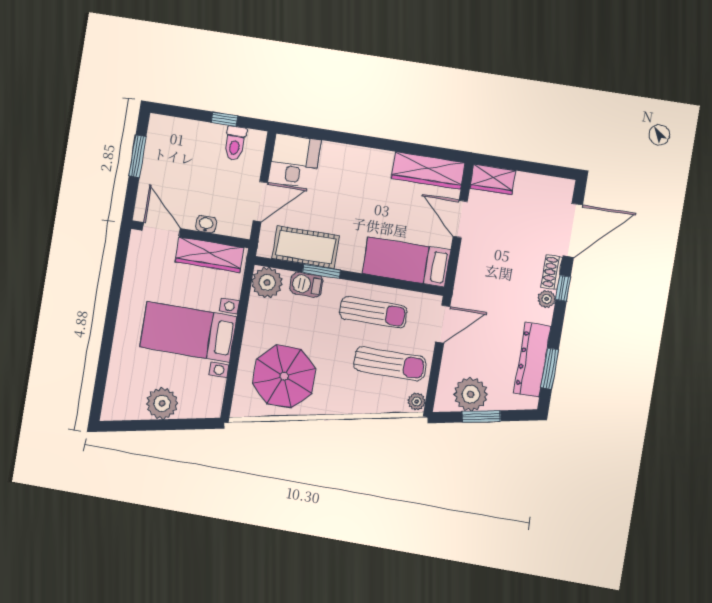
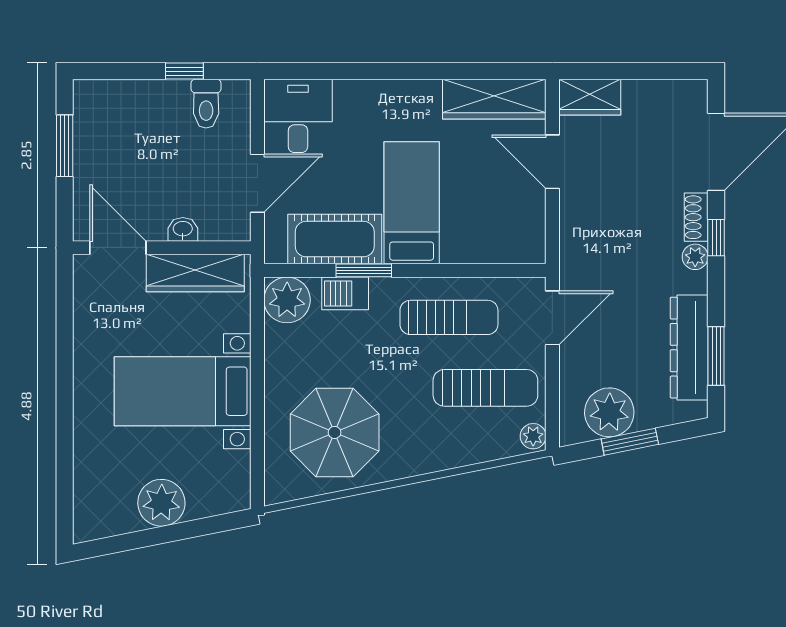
bed: (406, 262) -> (412, 203), moved, turned 90

